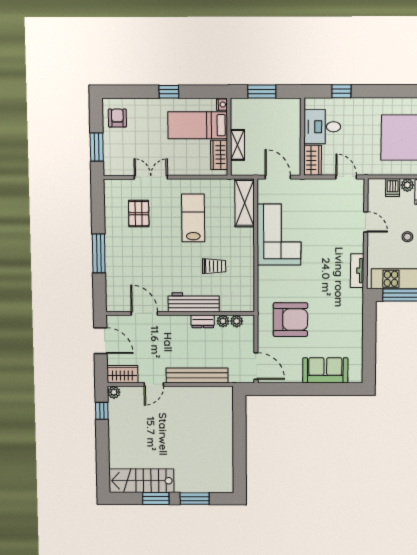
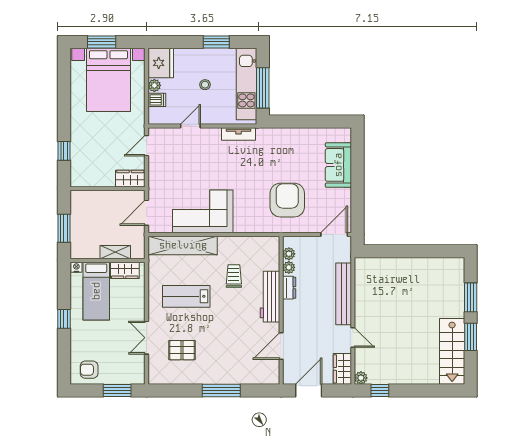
desk: (322, 127) -> (98, 169), removed
shelving: (245, 203) -> (183, 245), width x1.47

